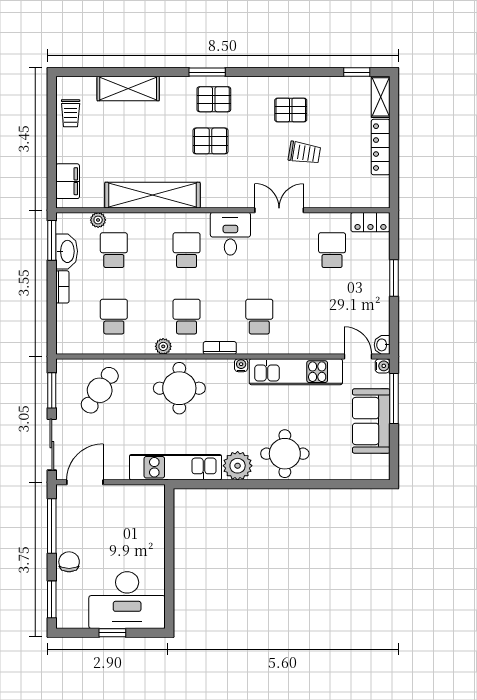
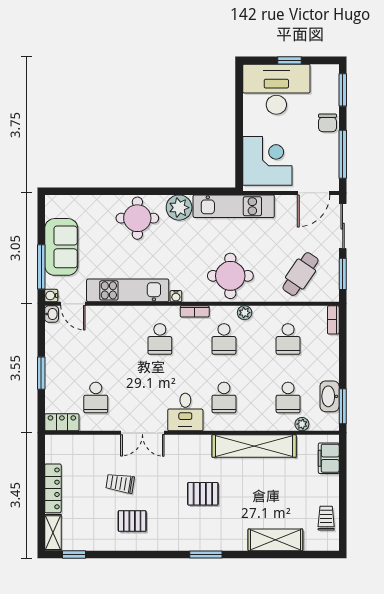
pallet: (214, 99) -> (200, 530), removed
bookcase: (62, 287) -> (333, 320), moved
corner desk: (137, 519) -> (267, 161), added

